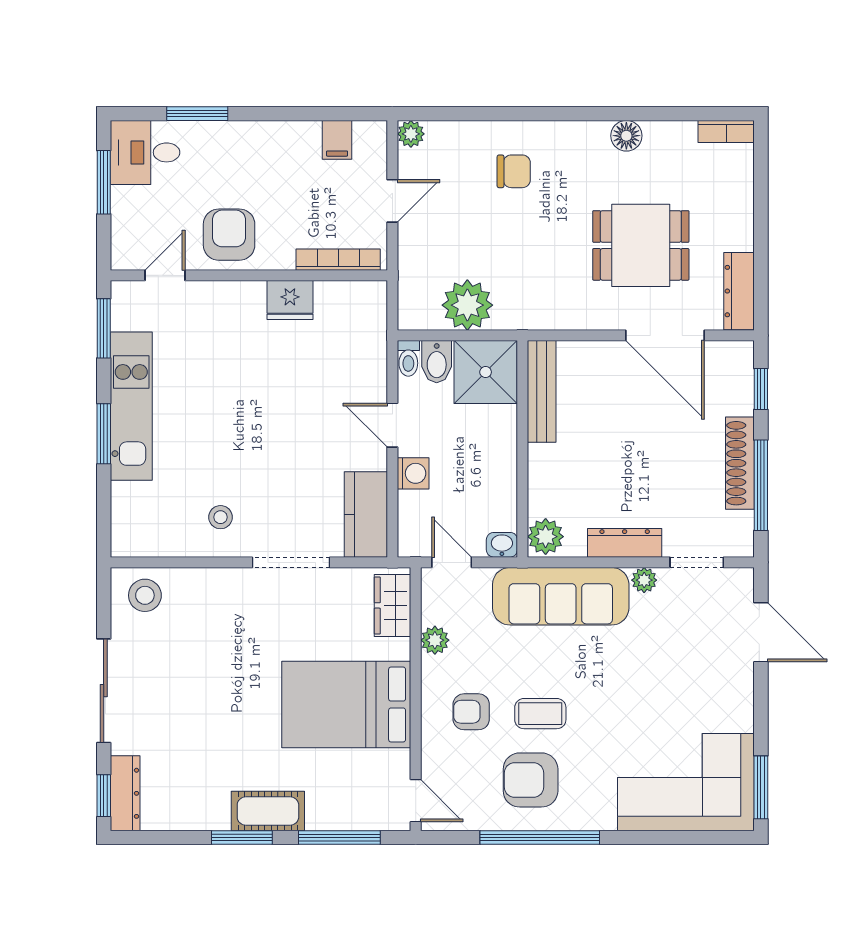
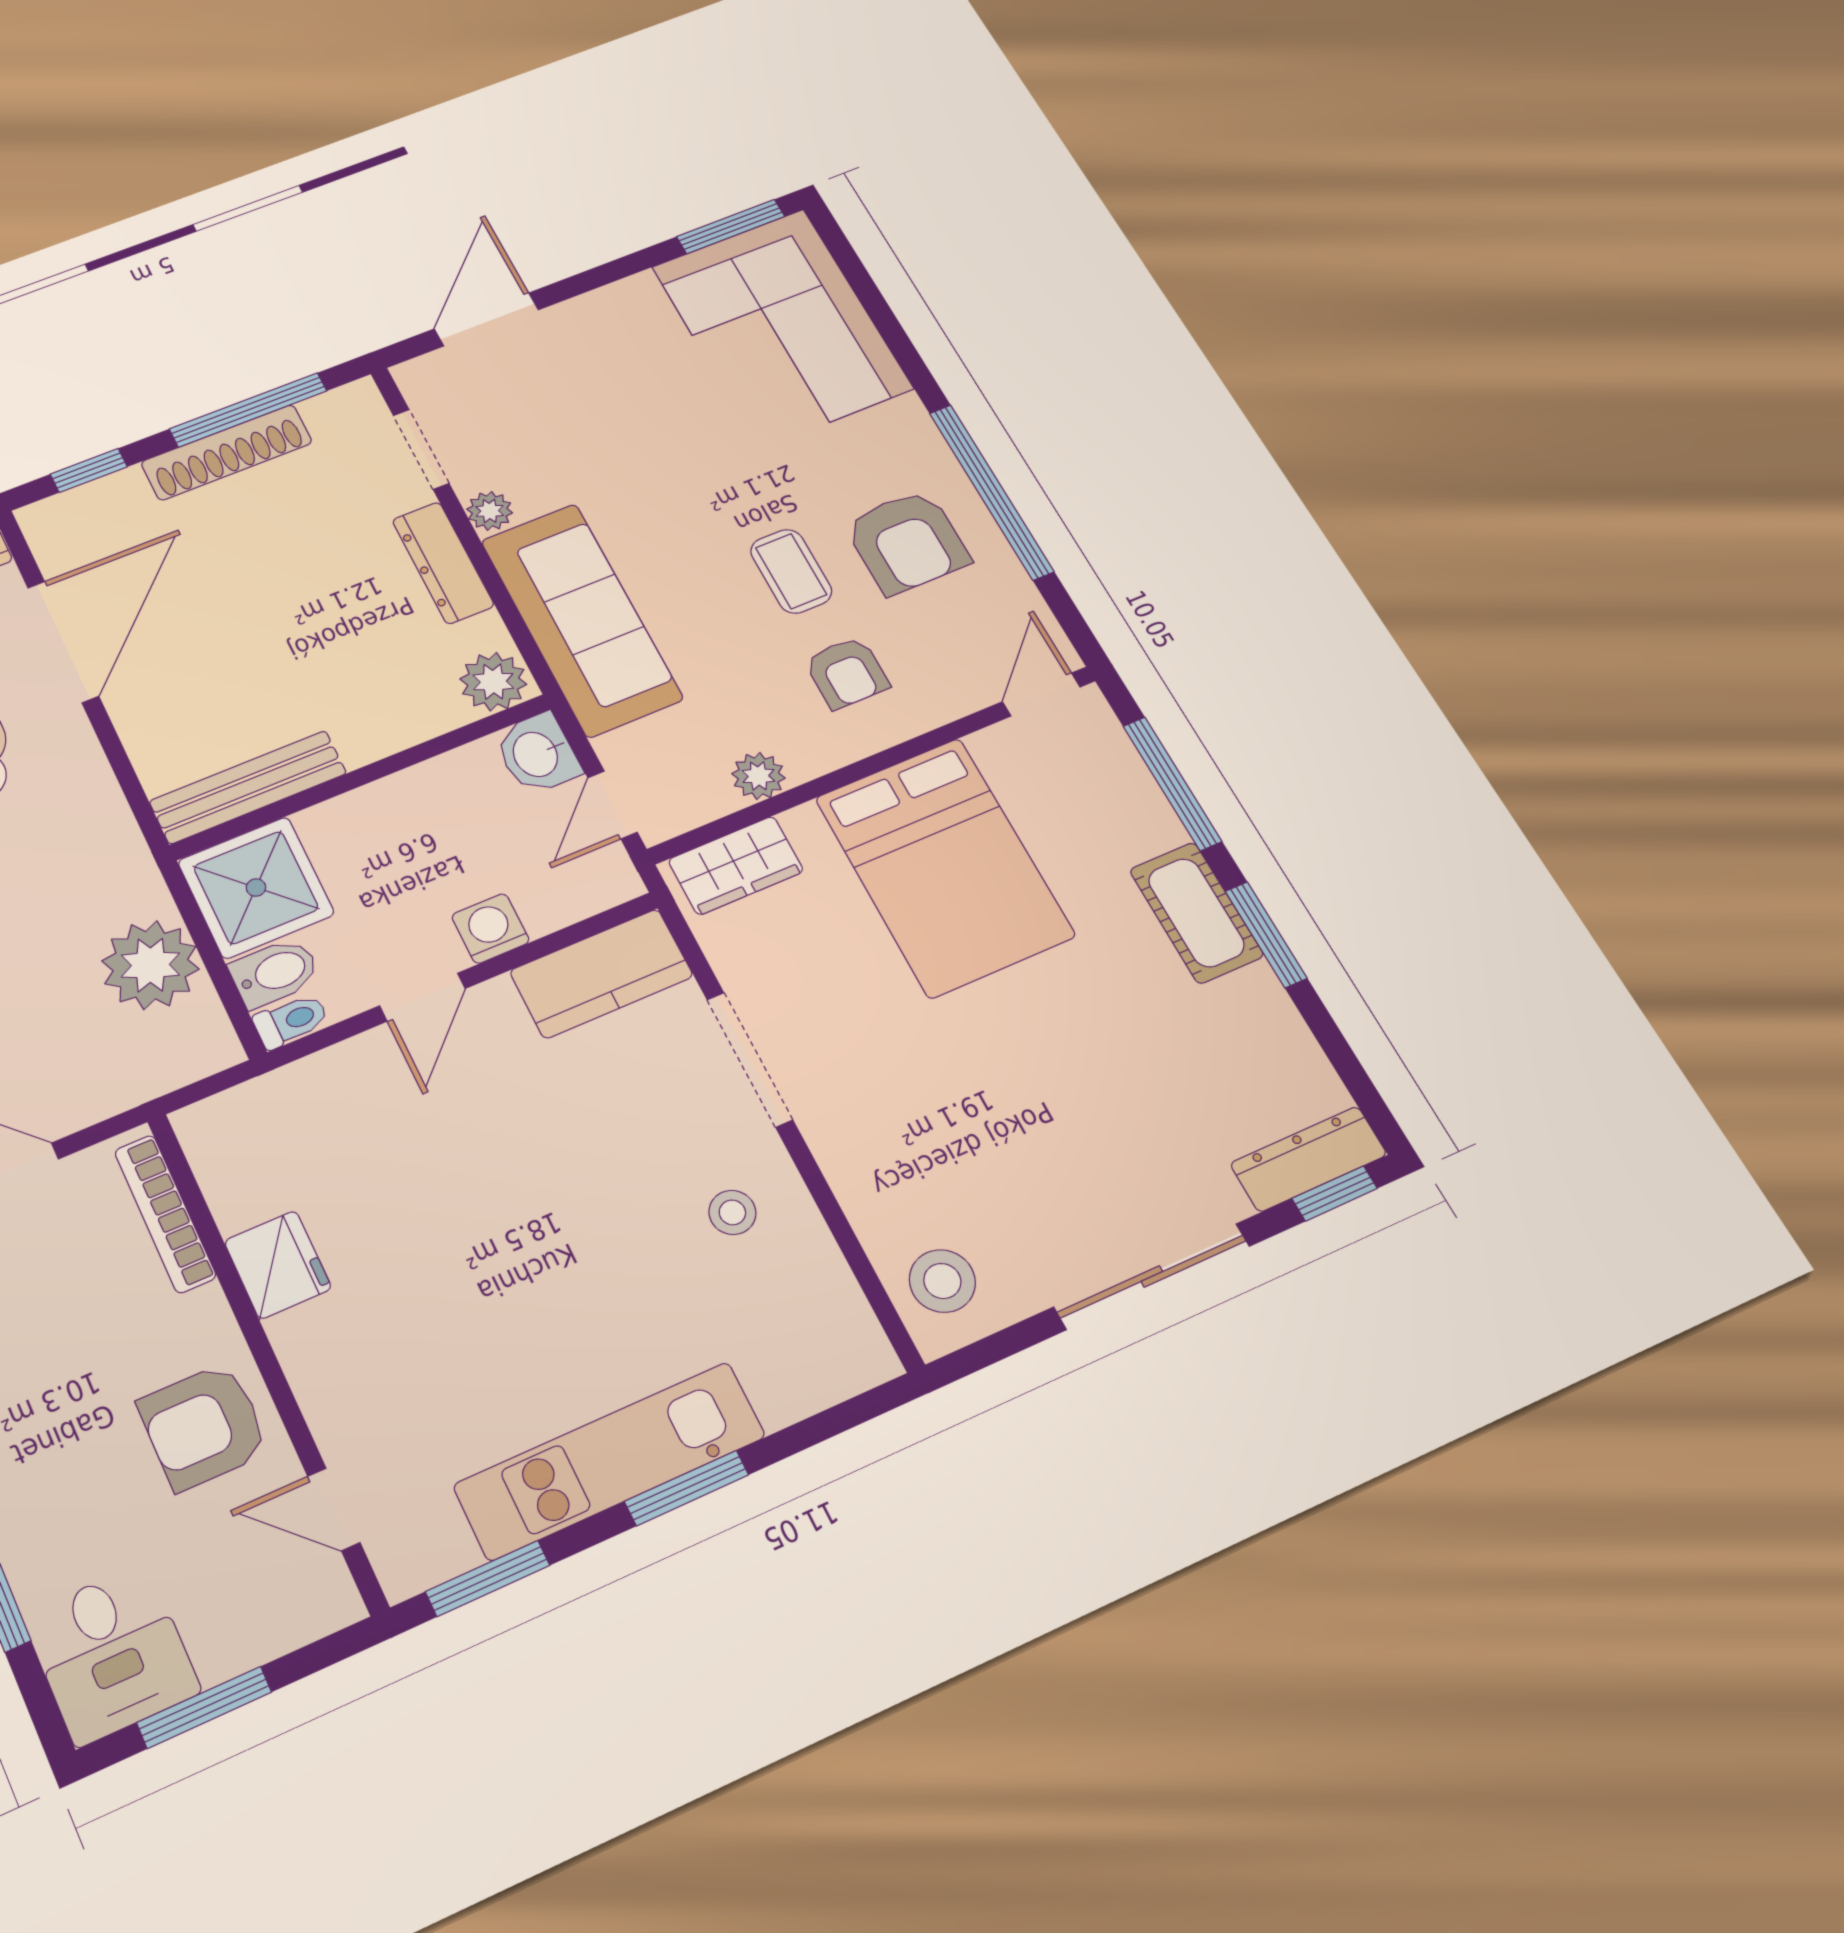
washbasin: (502, 545) -> (537, 754), width x1.38, depth x1.45

